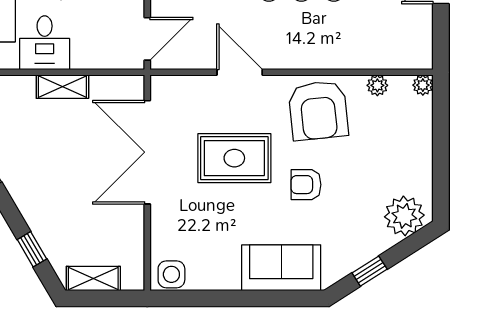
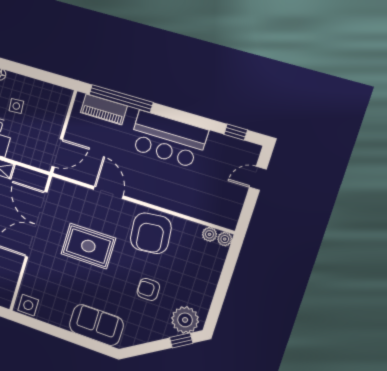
plant: (377, 85) -> (209, 234), moved
armchair: (306, 185) -> (148, 289), moved
window: (370, 271) -> (181, 340), moved

